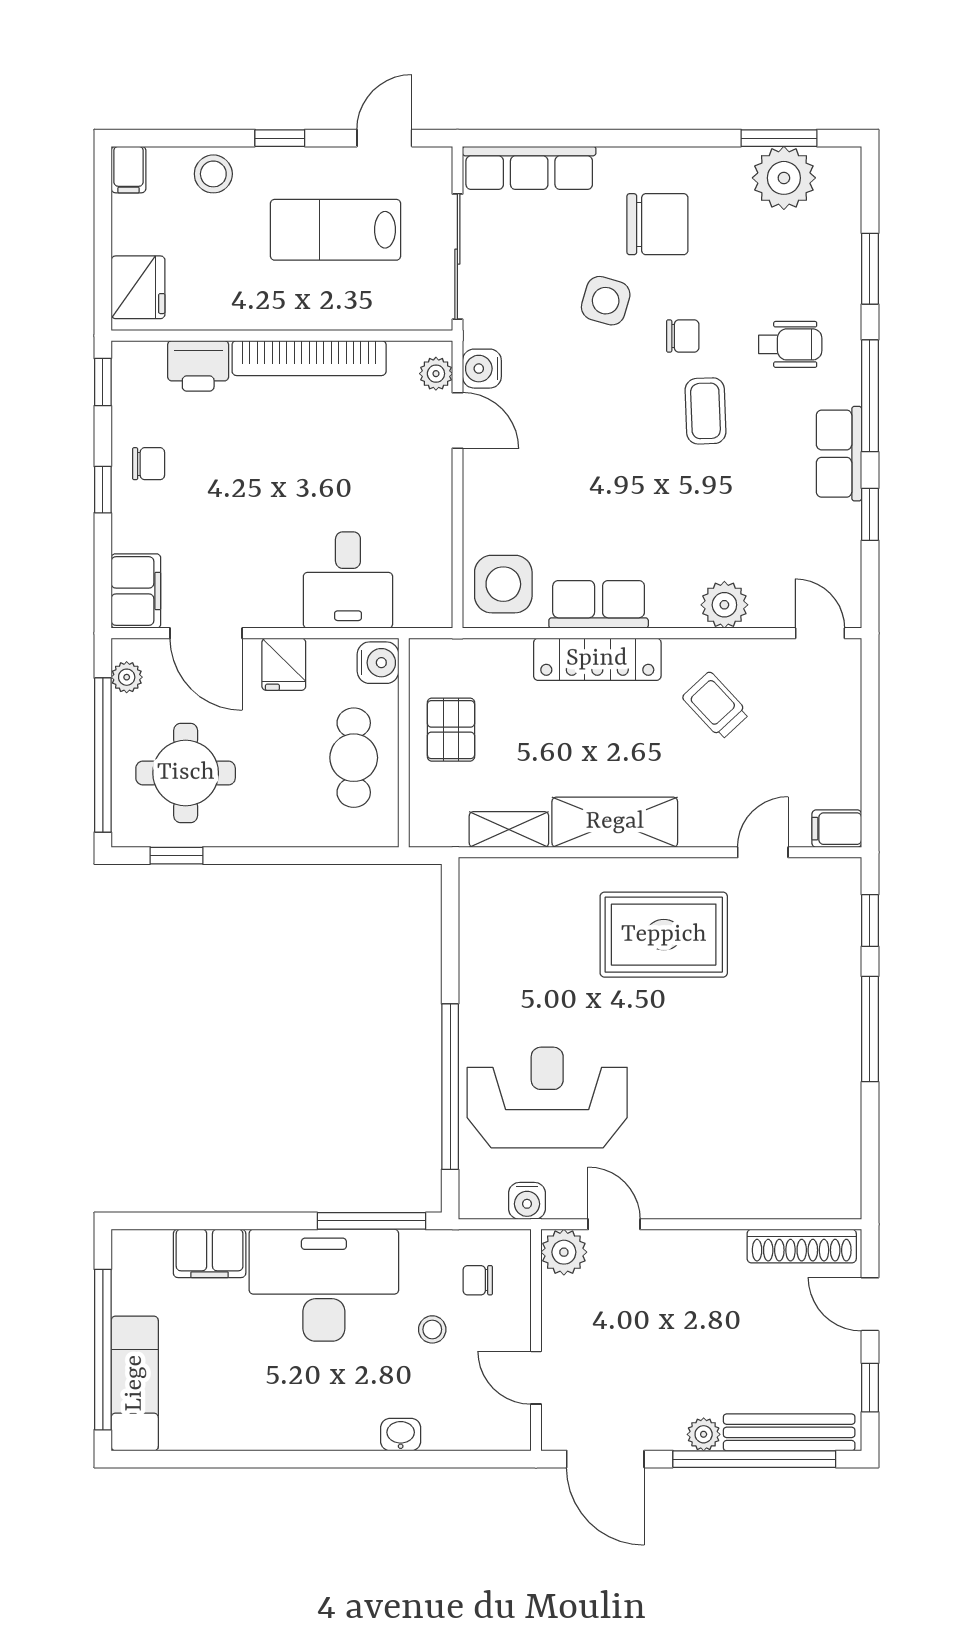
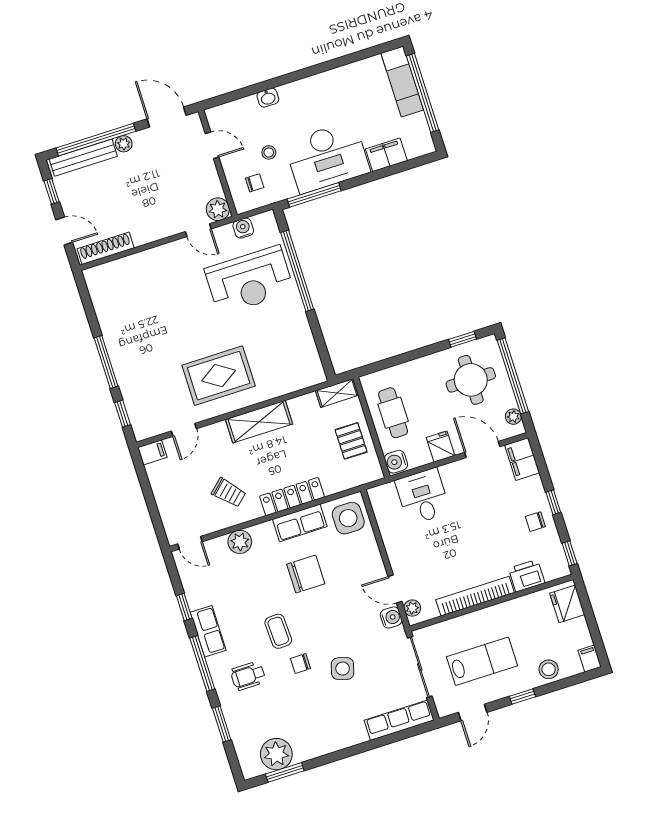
chair: (657, 224) -> (306, 574), moved, turned 180
shelving: (509, 829) -> (337, 393), moved

